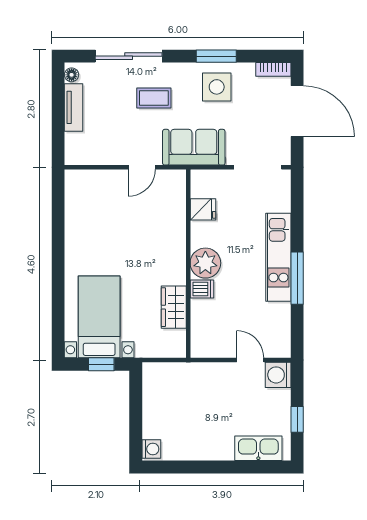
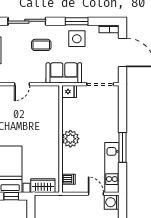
door: (142, 167) -> (22, 84), moved
fridge: (203, 209) -> (69, 92), moved
kitchen unit: (278, 257) -> (112, 168), moved
dishwasher: (202, 289) -> (68, 179), moved
wardrobe: (174, 307) -> (43, 186), moved, turned 90

